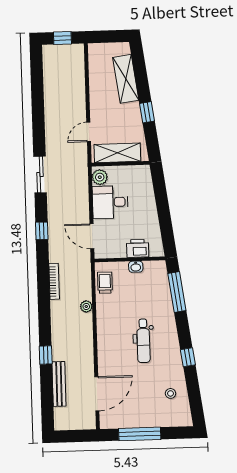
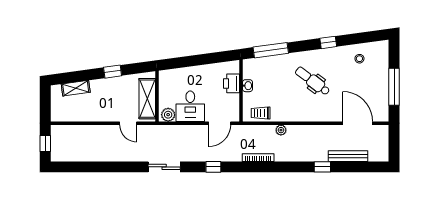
shelving: (126, 79) -> (76, 88), width x0.67, depth x0.75
dental chair: (143, 341) -> (313, 81), turned -143

